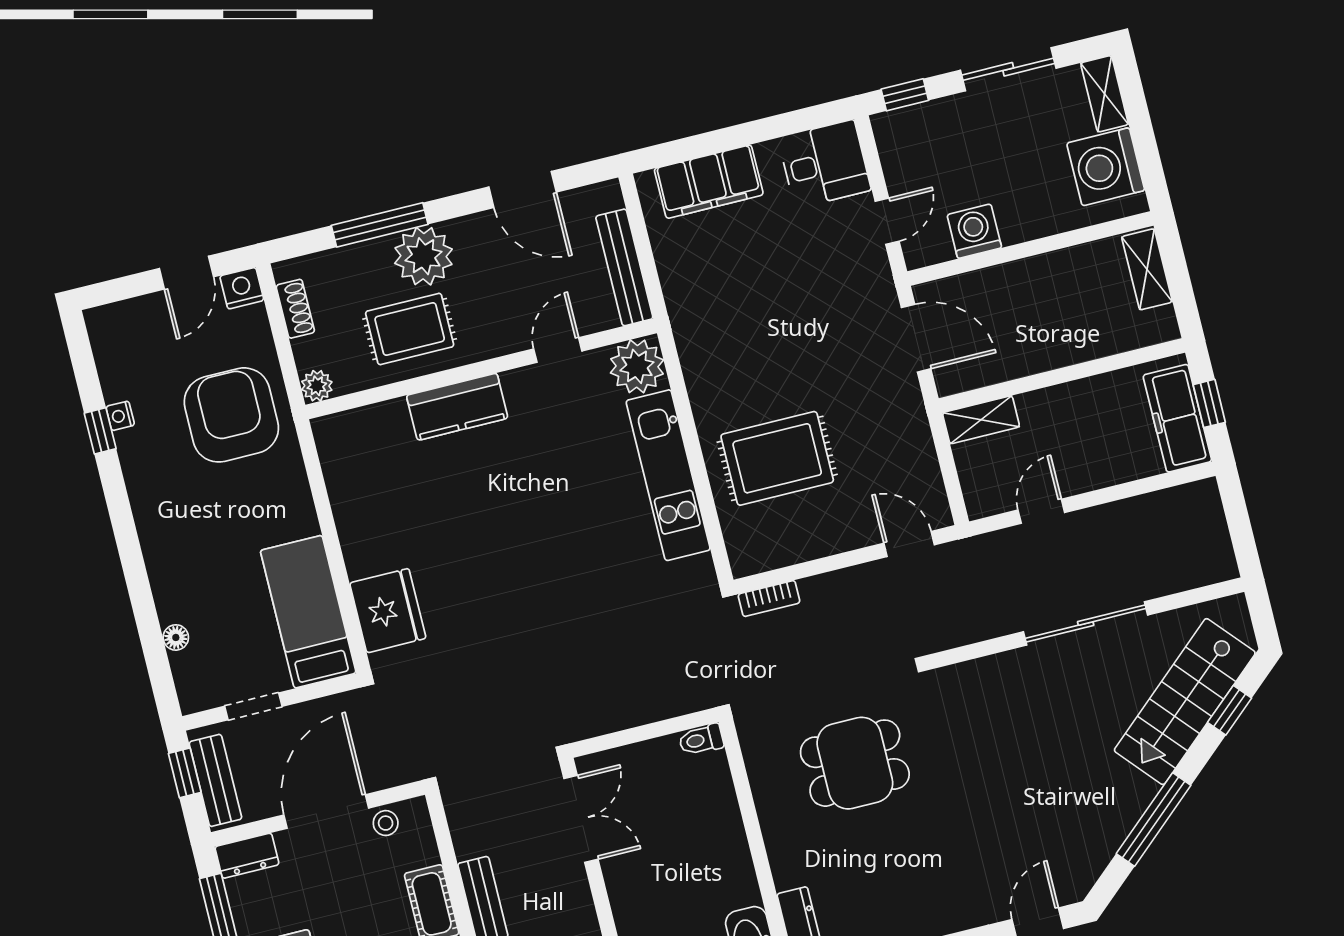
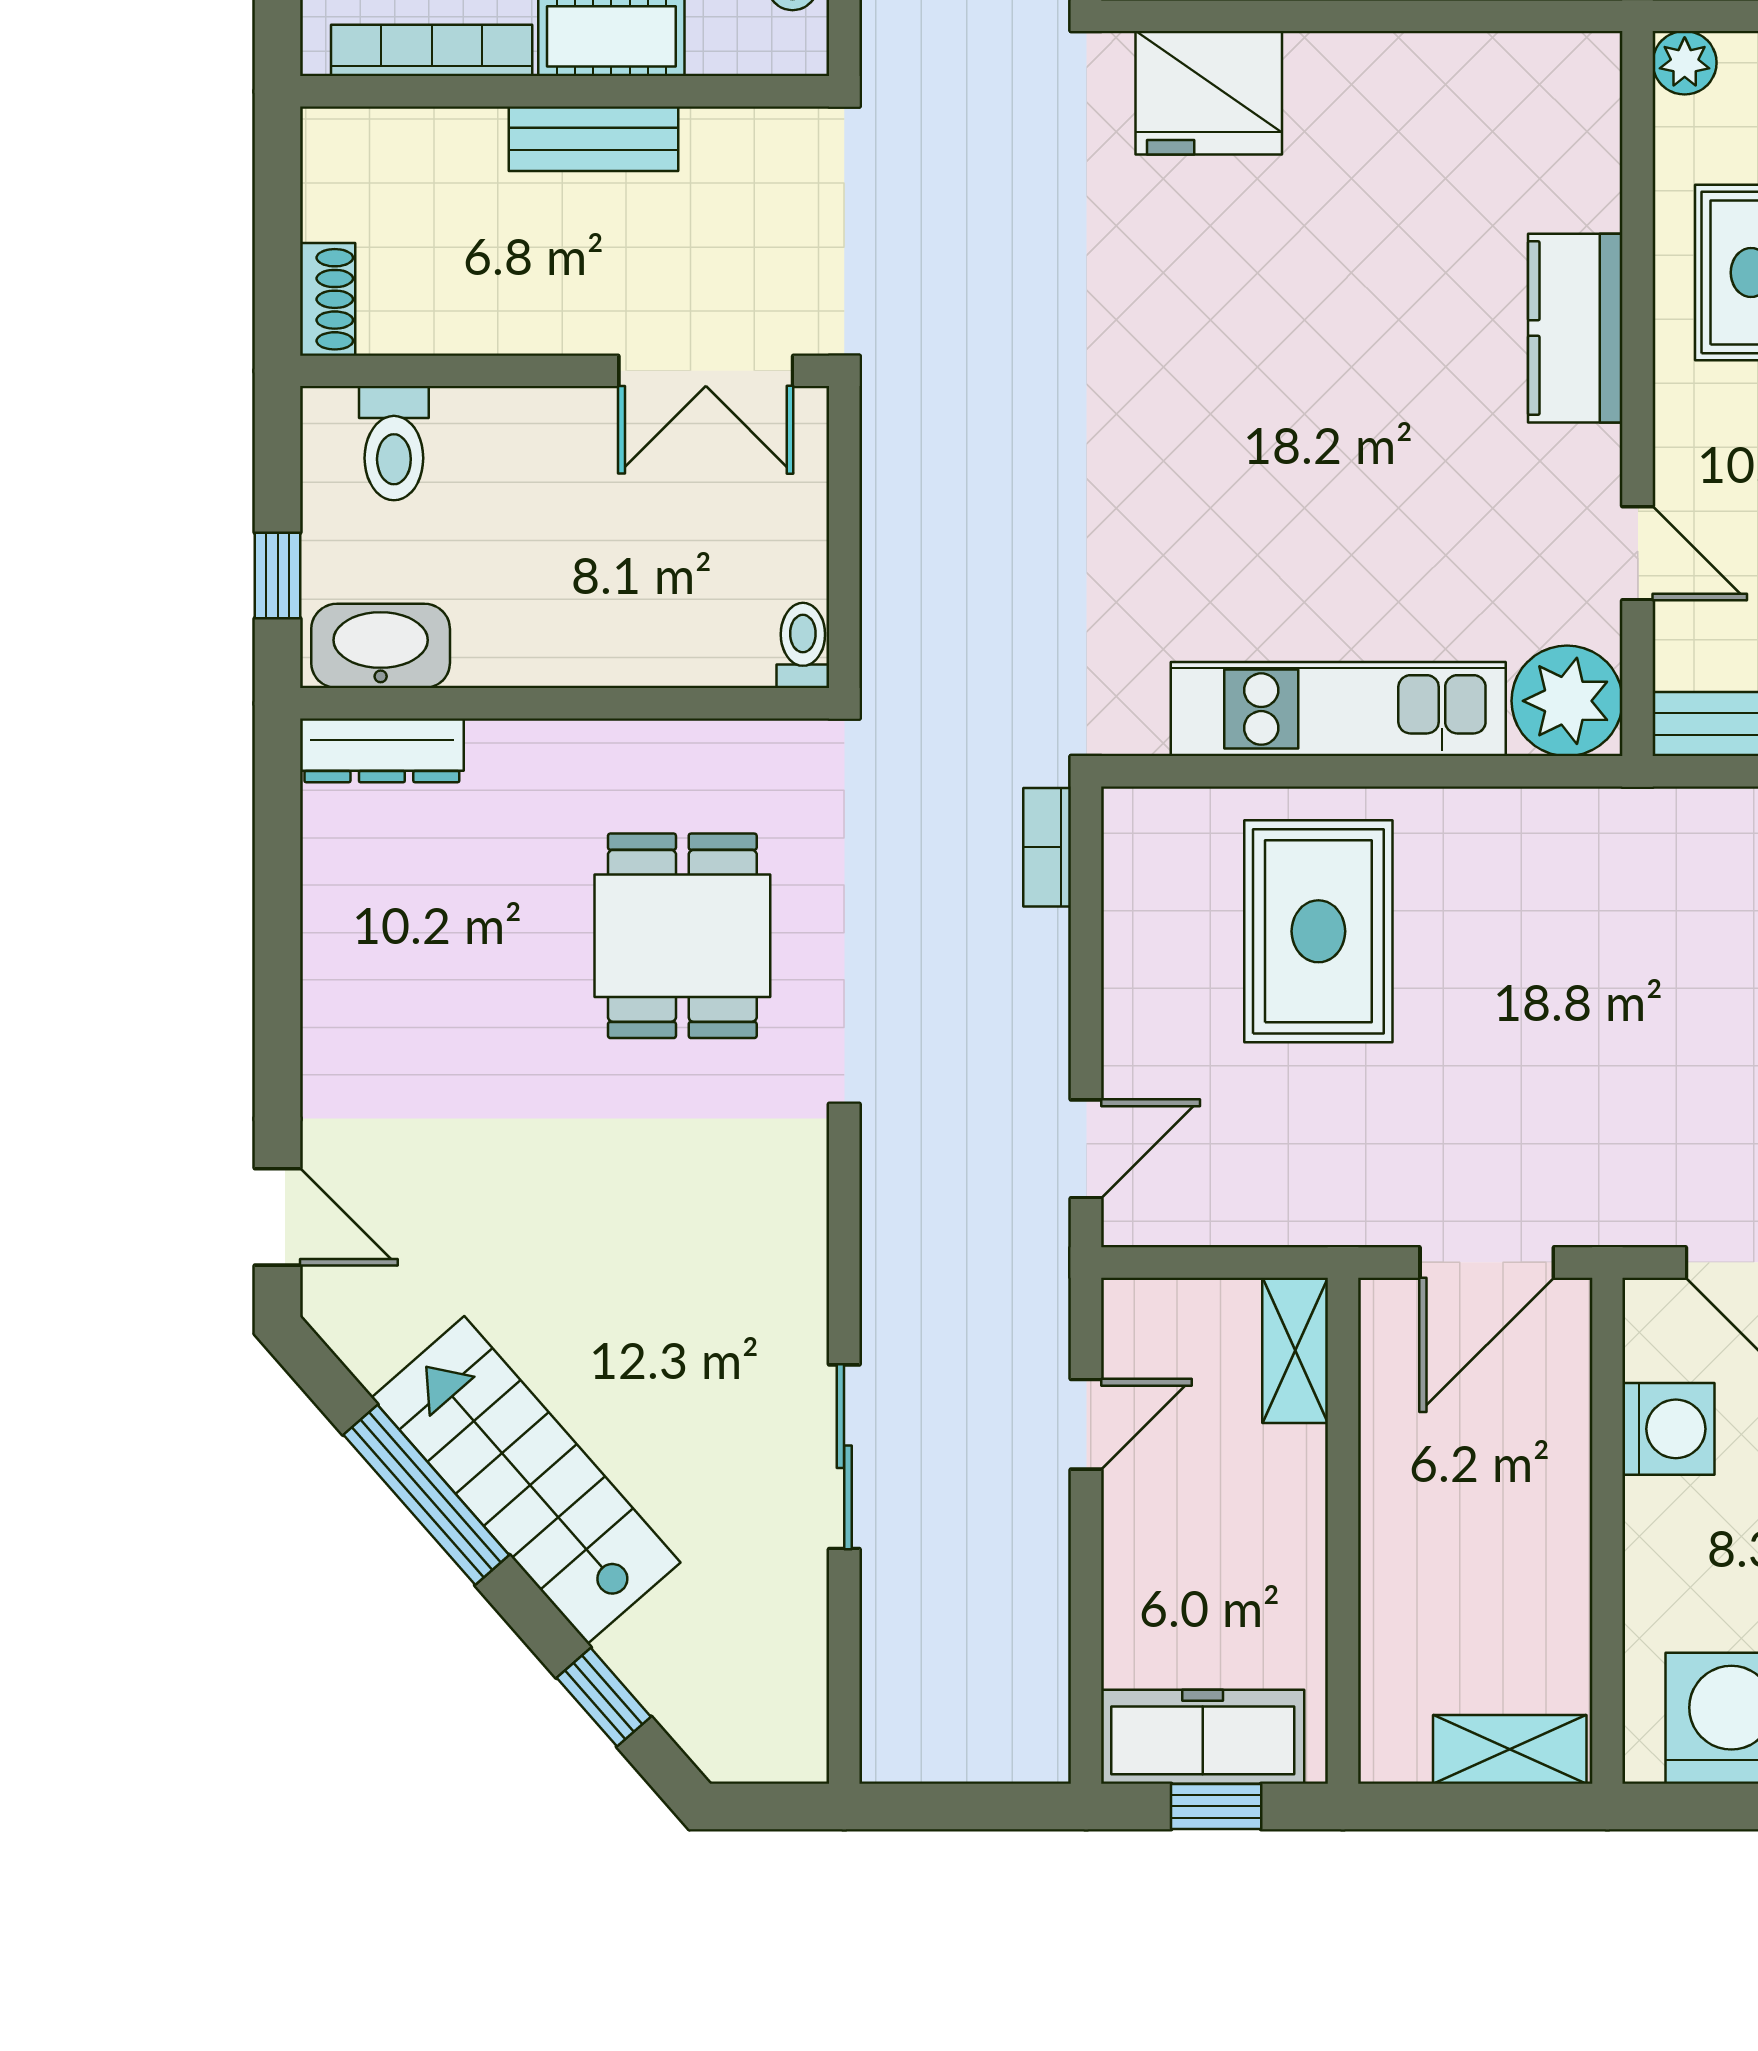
door: (1041, 511) -> (1086, 1424), hinge flipped
sliding door: (1086, 623) -> (844, 1457), width x0.73
stairs: (1185, 702) -> (526, 1480), moved

